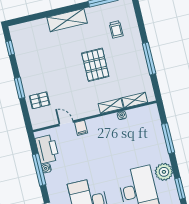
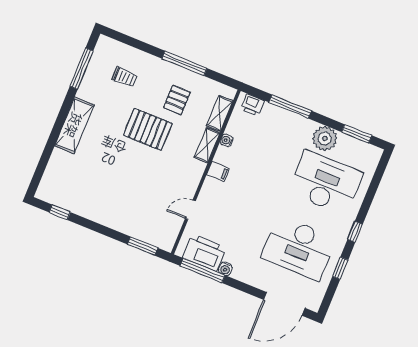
window: (20, 88) -> (143, 246), moved
pallet: (40, 100) -> (177, 100), moved
printer: (153, 116) -> (252, 105), added
filing cabinet: (81, 128) -> (218, 171), moved
window: (39, 170) -> (203, 271), moved

